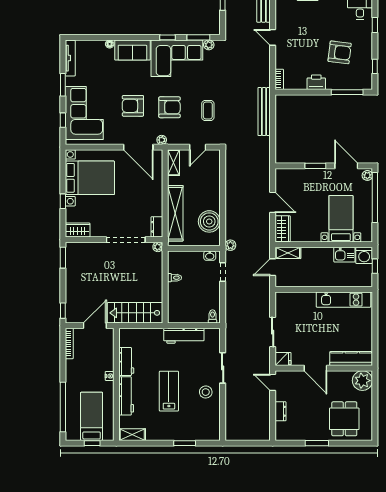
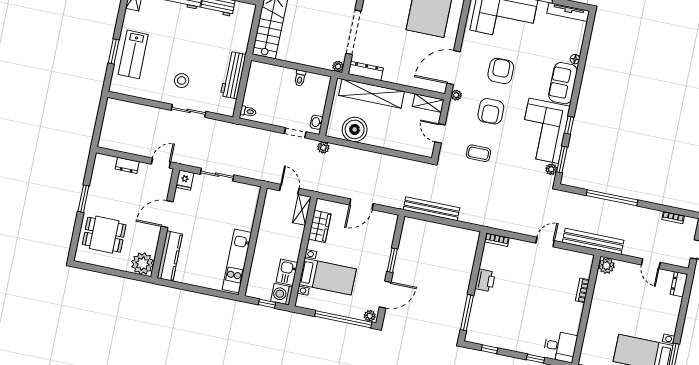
armchair: (340, 52) -> (513, 313), removed
bench: (264, 112) -> (431, 209), moved
dresser: (157, 227) -> (366, 71), width x1.44
wardrobe: (283, 229) -> (320, 226), moved, turned -90
lab bench: (169, 391) -> (133, 54), moved, turned 90
stool: (206, 392) -> (182, 81), moved

